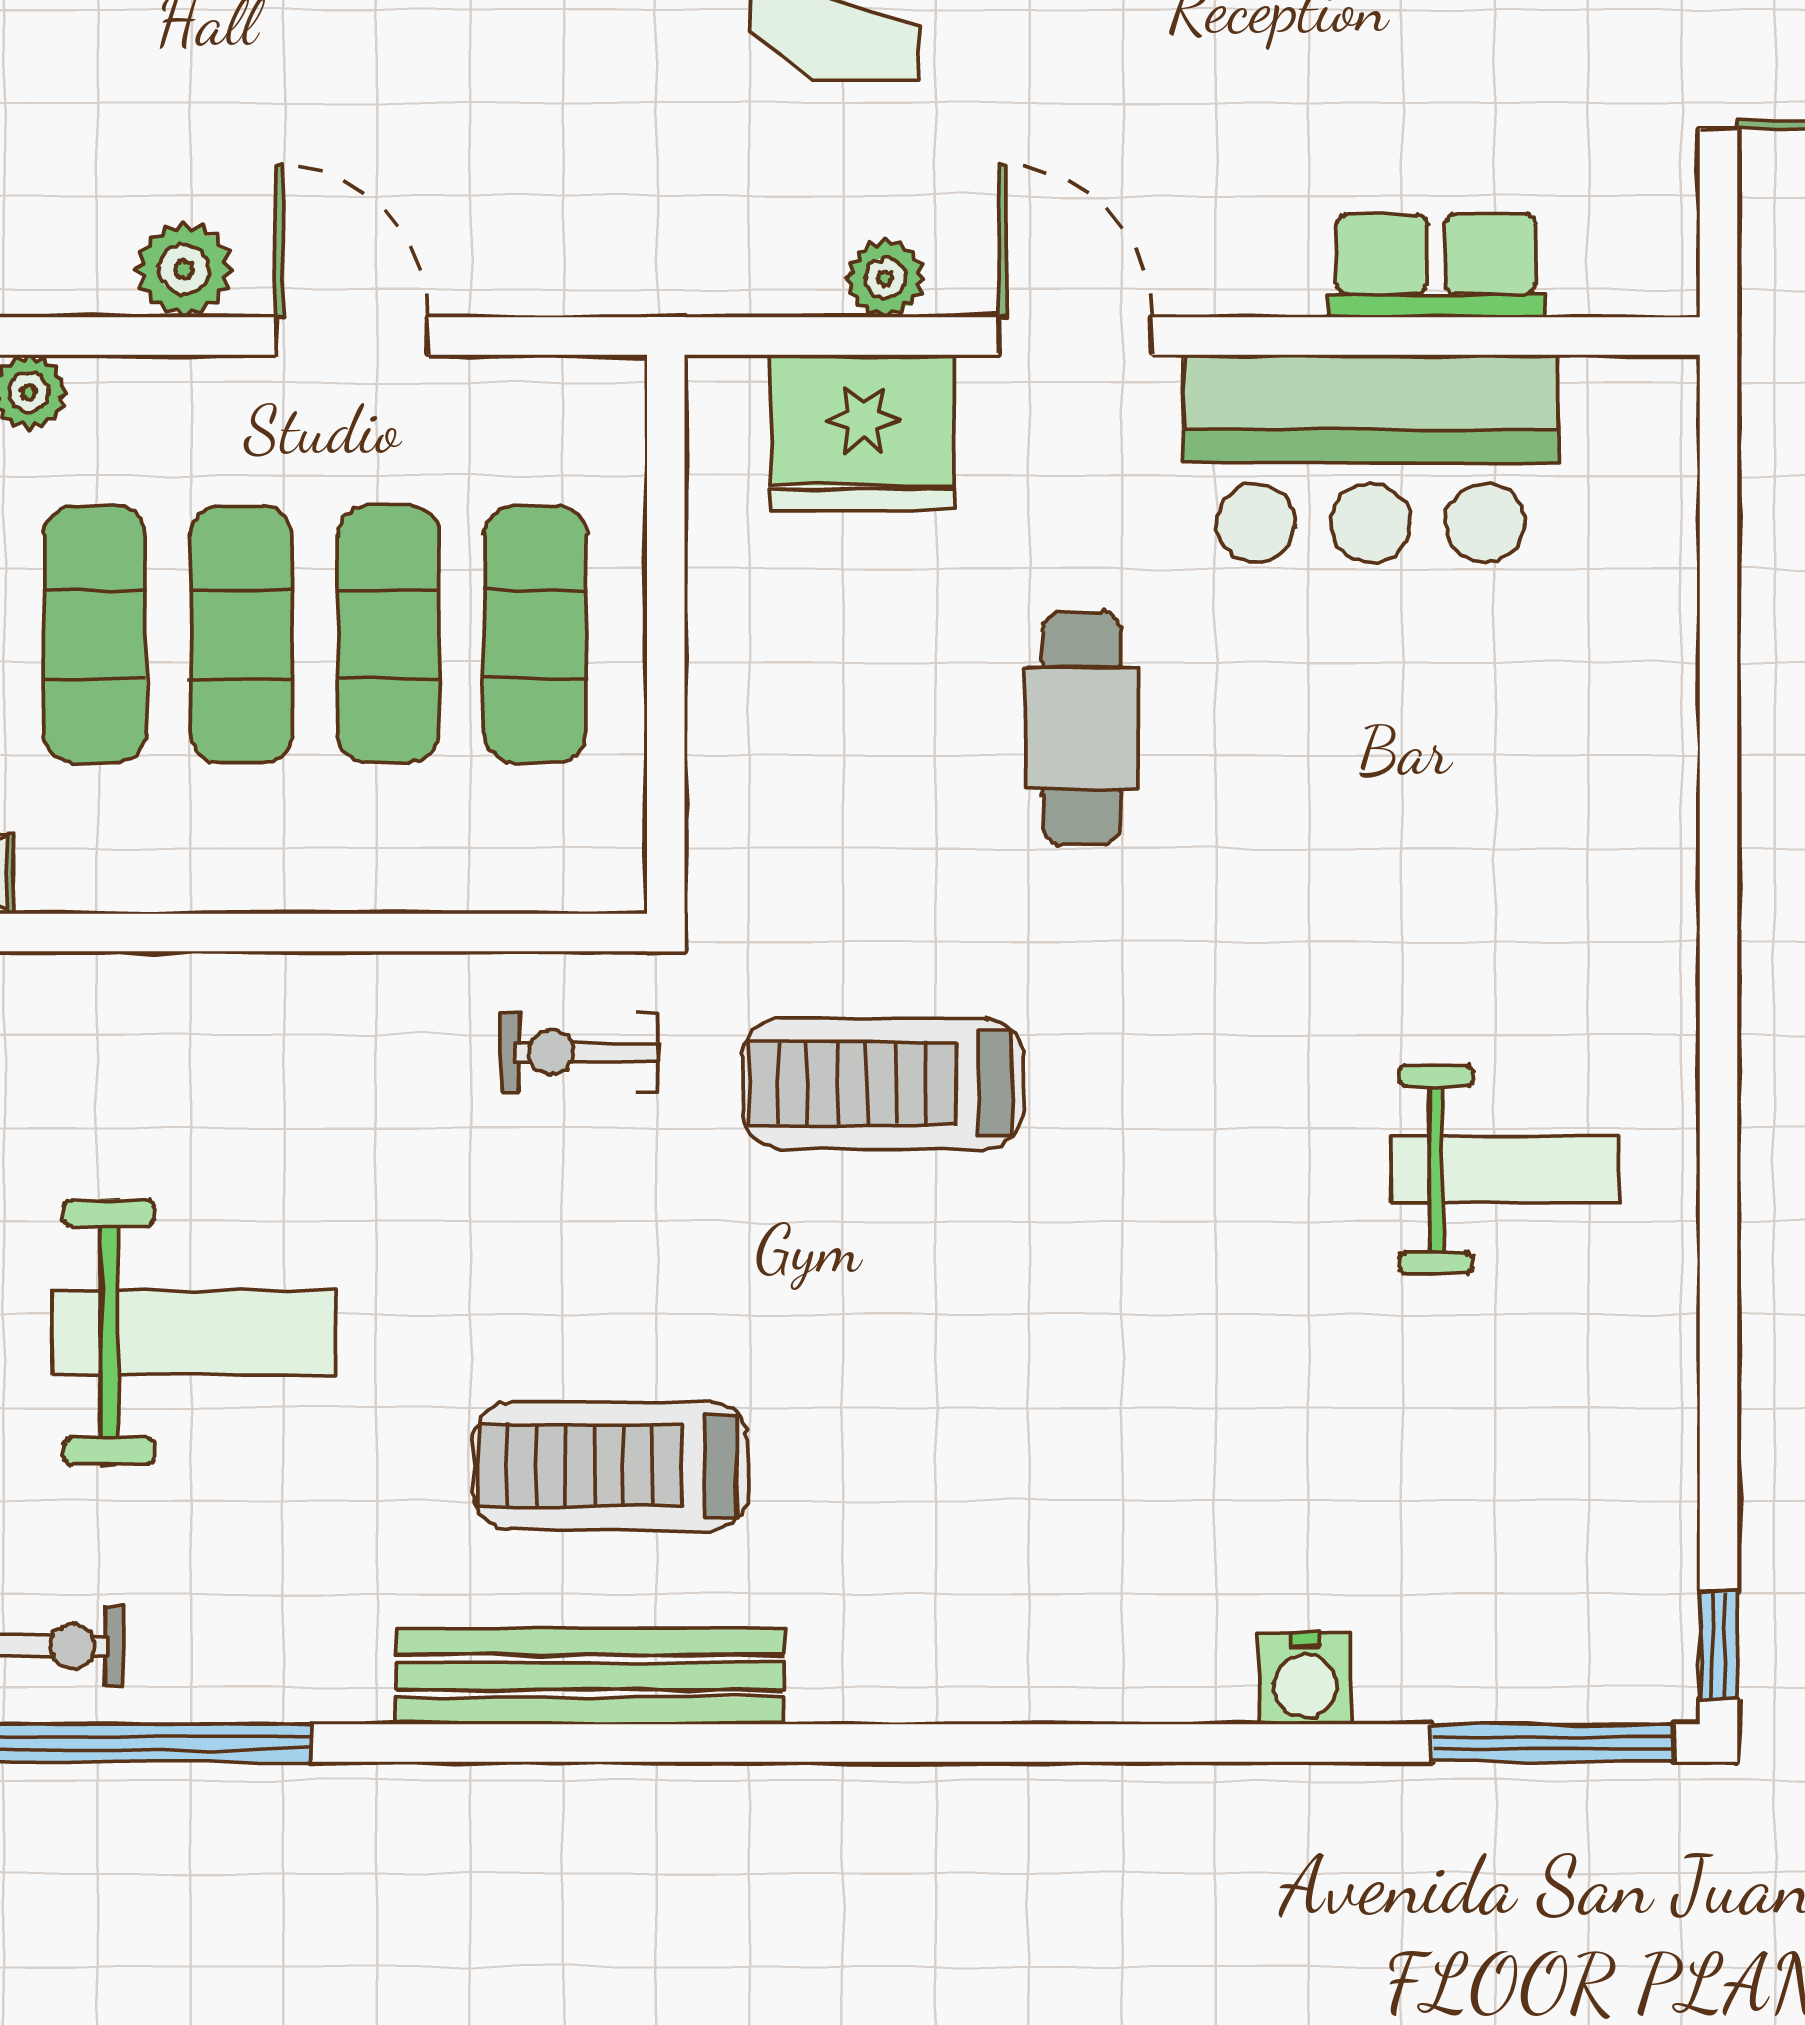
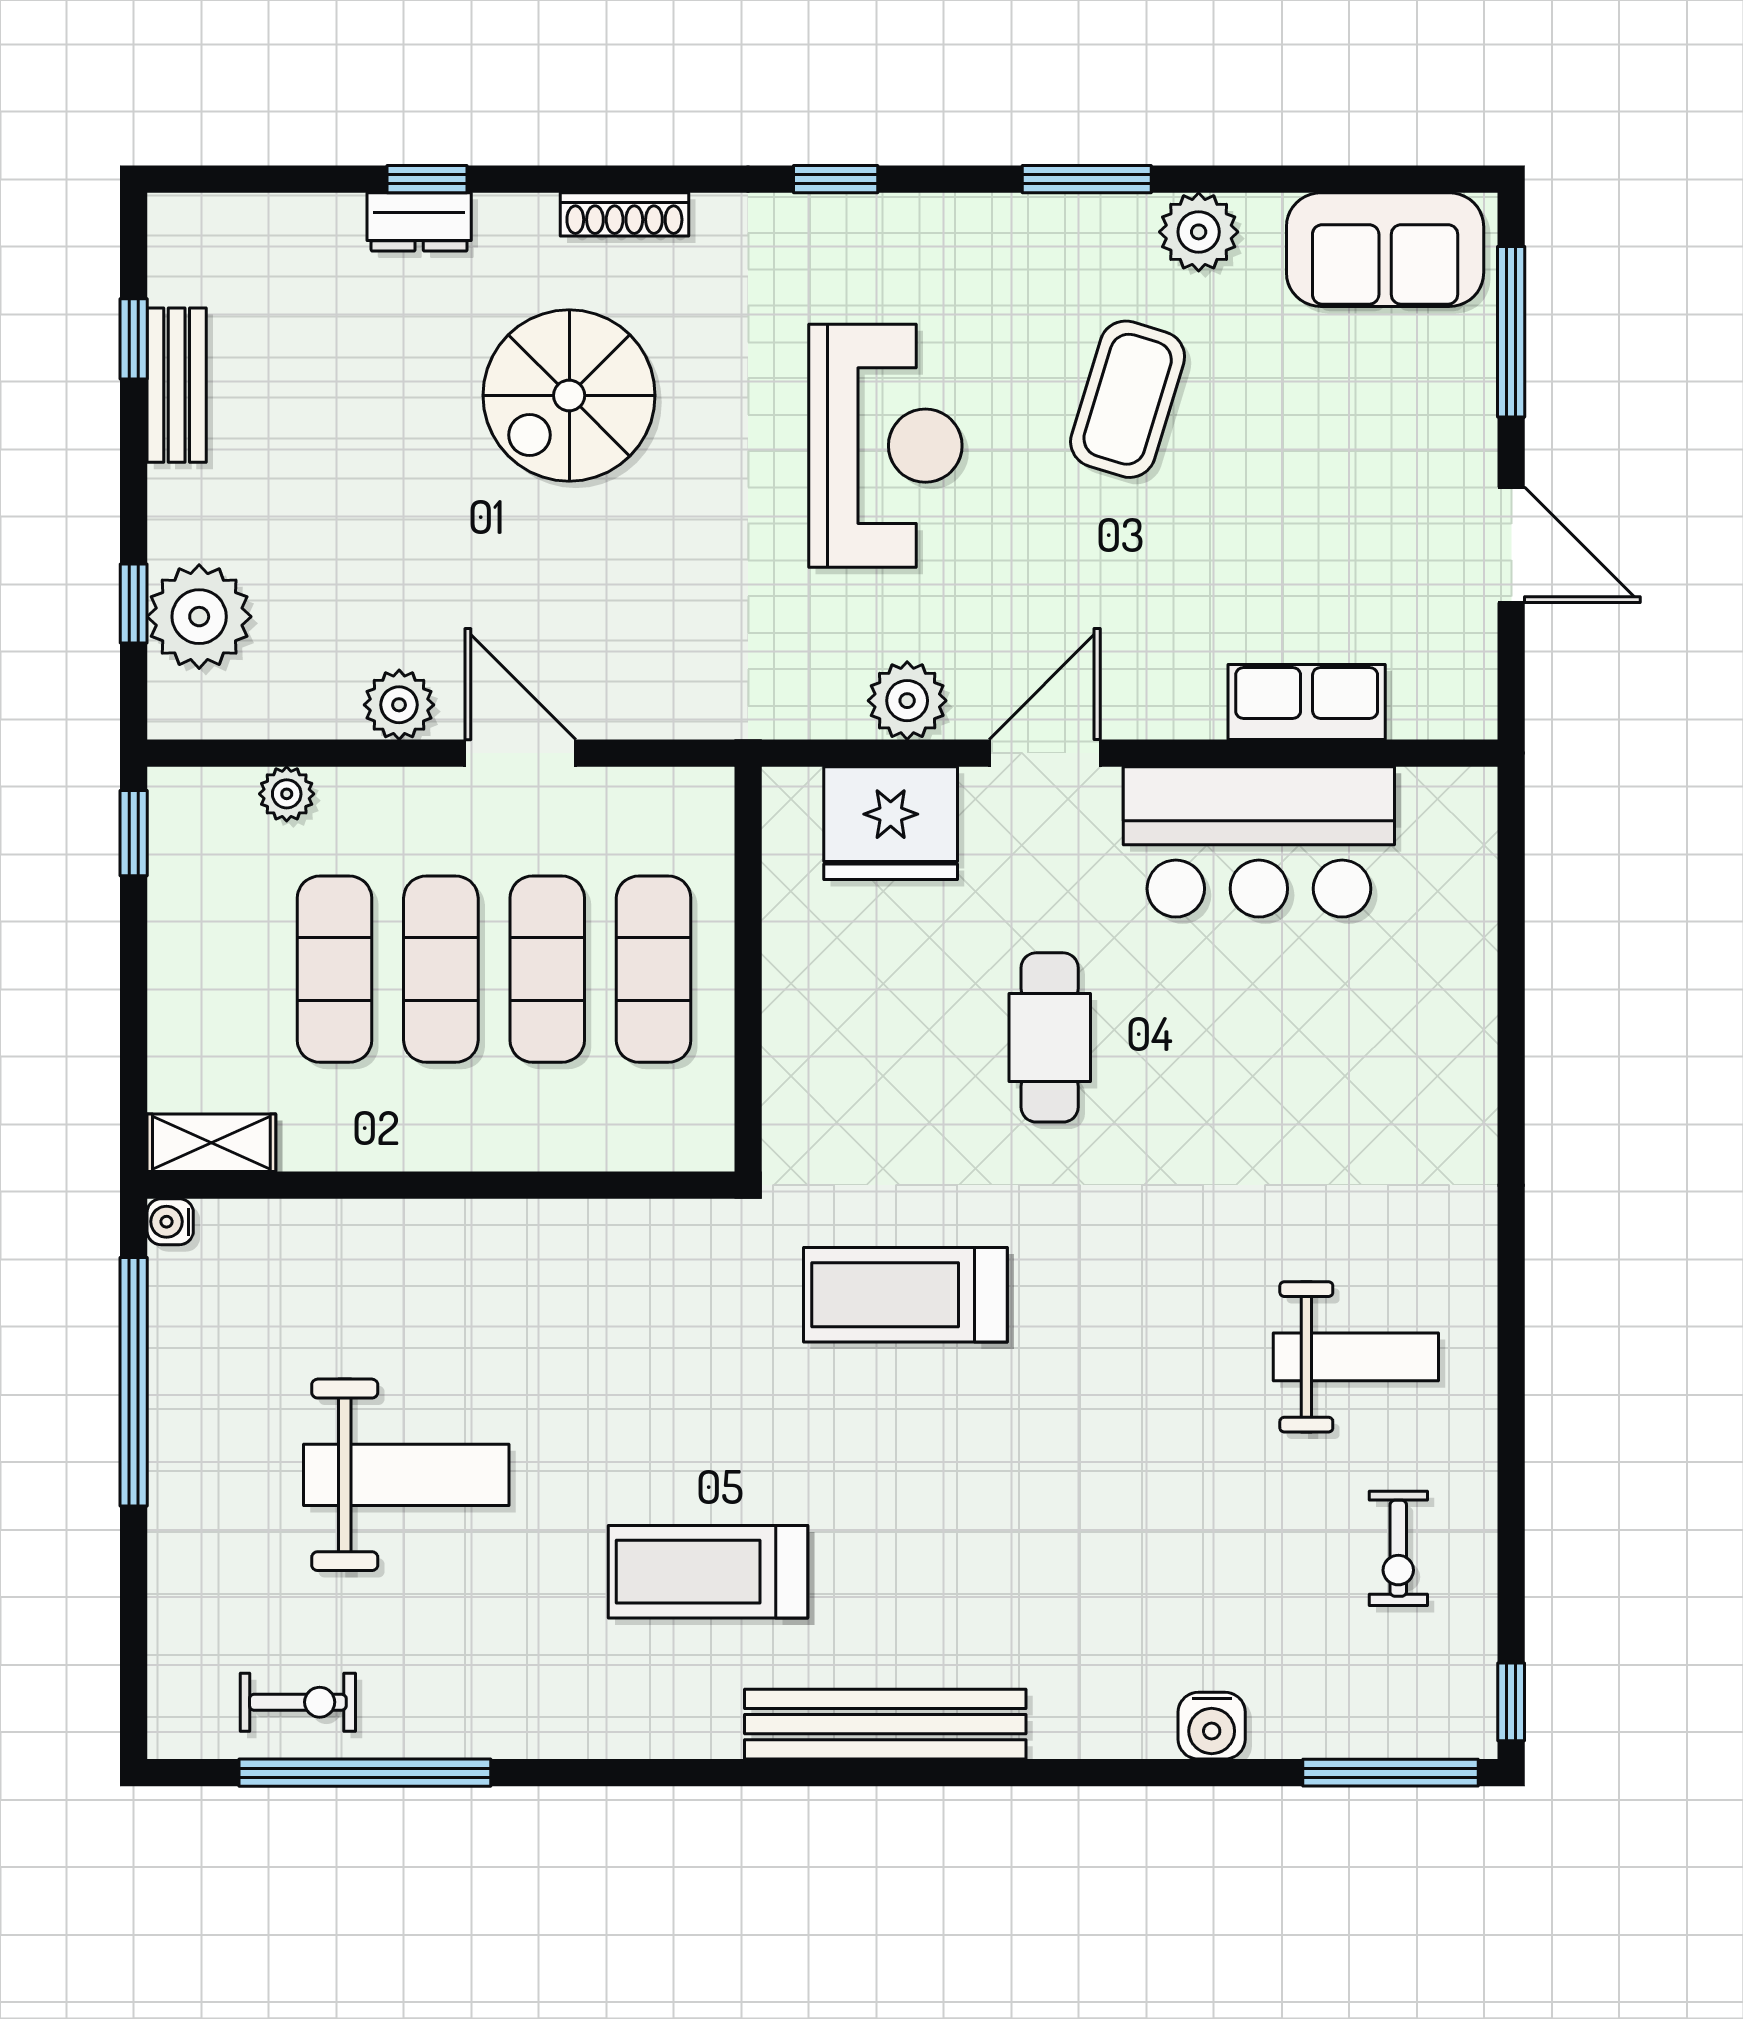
plant: (885, 278) -> (907, 701), width x1.38, depth x1.38
door: (1075, 336) -> (1045, 753), hinge flipped
exercise bike: (579, 1052) -> (1398, 1548), moved, turned -90
bench: (590, 1676) -> (885, 1724), moved

